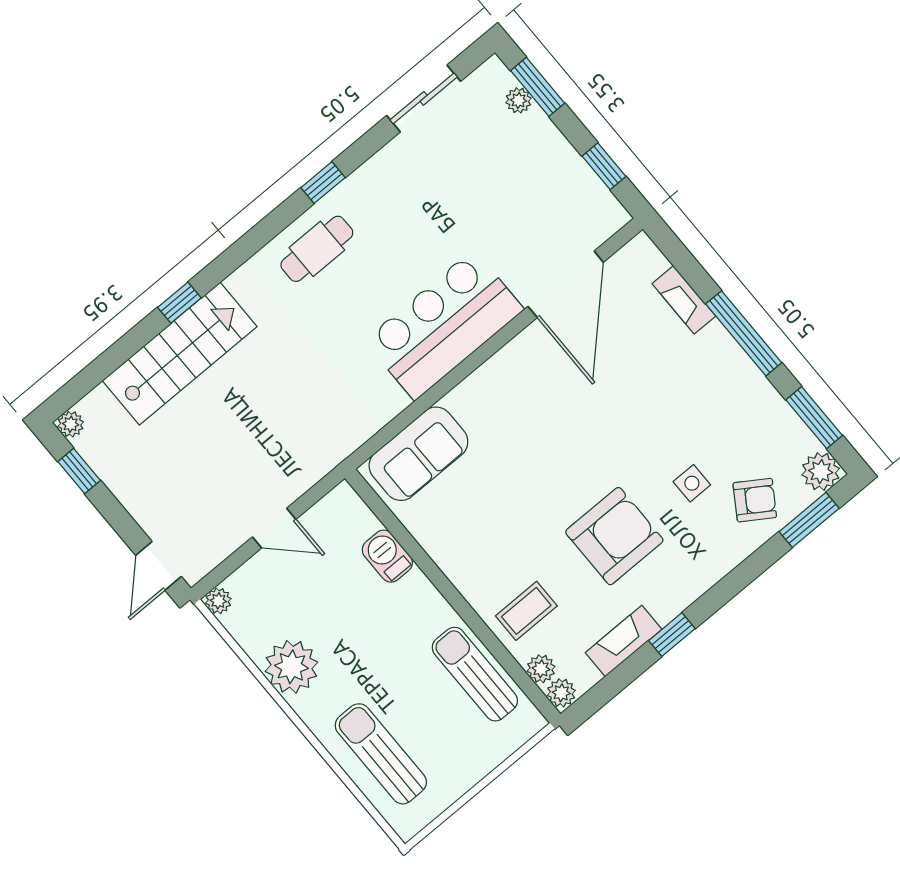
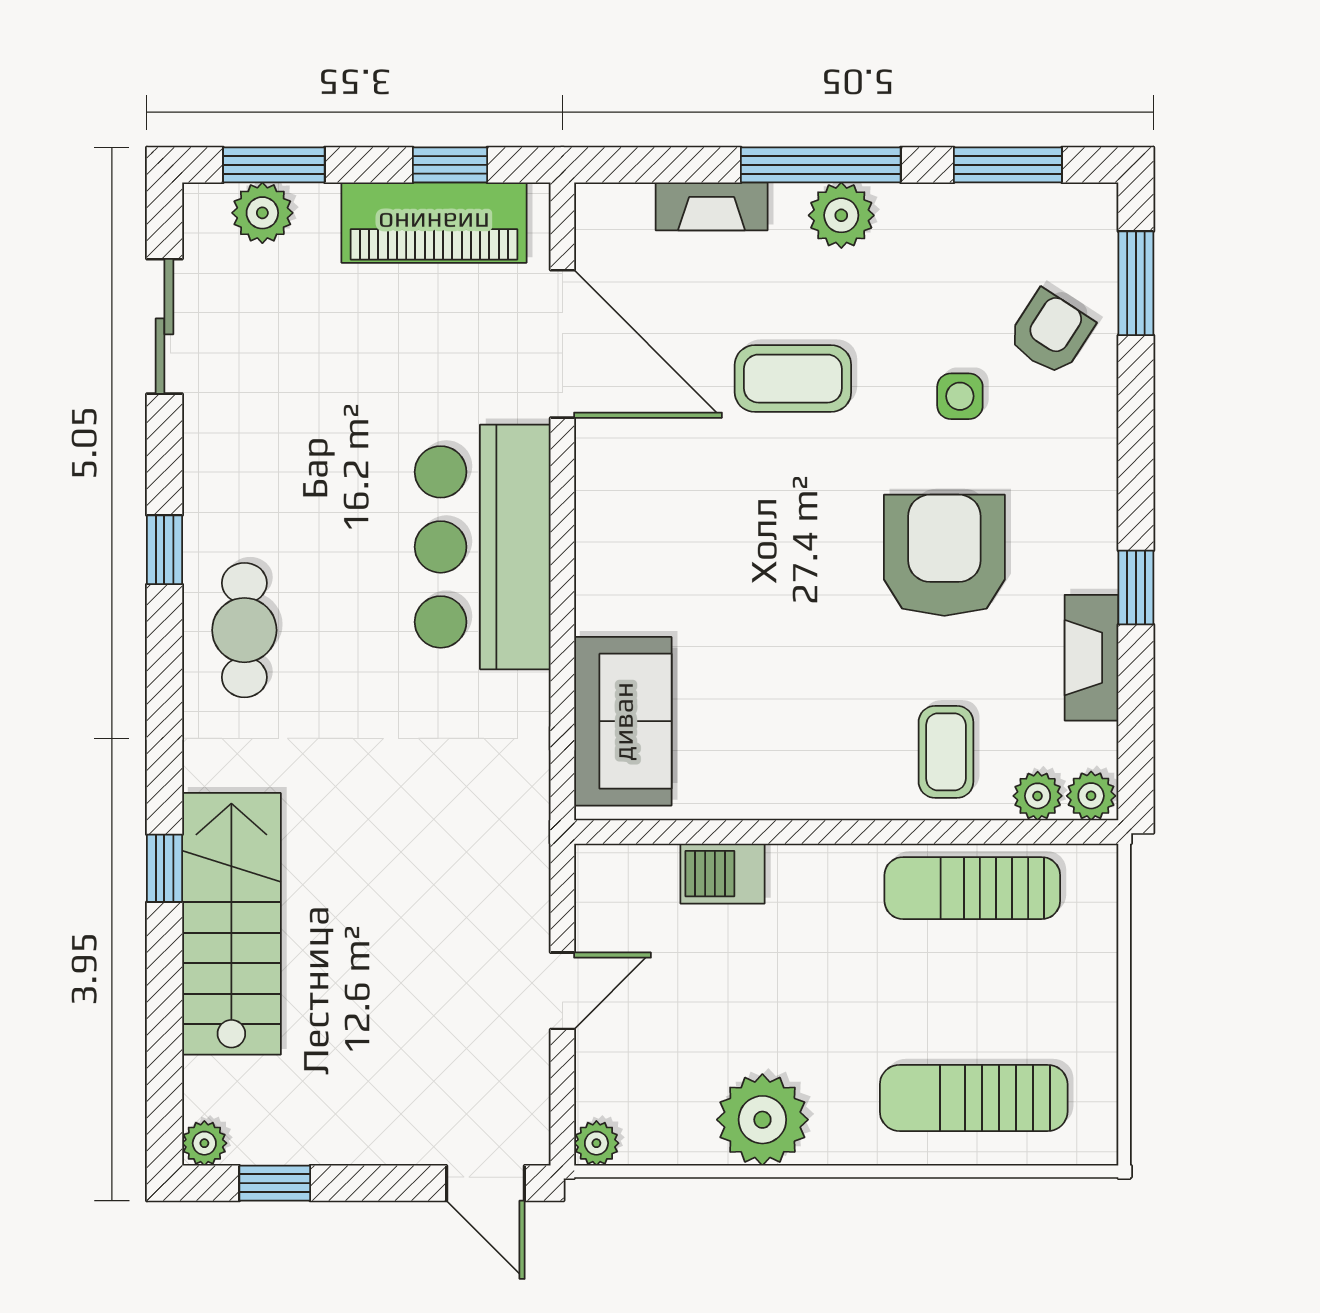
plant: (519, 100) -> (262, 213), width x1.38, depth x1.38
piano: (572, 181) -> (434, 223), added
coffee table: (637, 401) -> (793, 379), added
plant: (821, 472) -> (841, 215), moved

